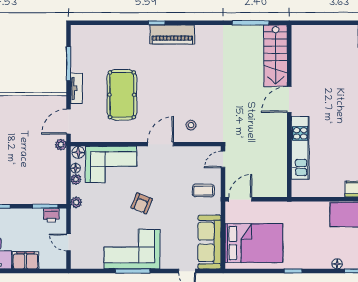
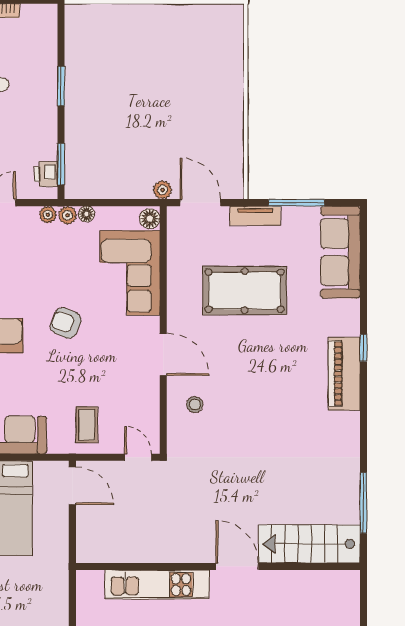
sofa: (99, 37) -> (340, 252), added
floor lamp: (75, 168) -> (86, 214), moved
plant: (76, 179) -> (48, 215), moved

